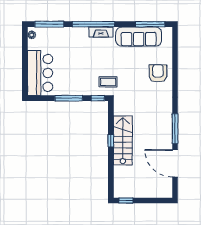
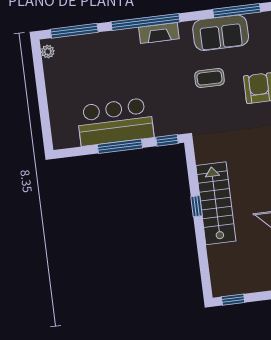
sofa: (139, 37) -> (221, 33), width x0.73
bar counter: (40, 73) -> (115, 122), moved, turned -90
coffee table: (108, 82) -> (209, 78), moved

